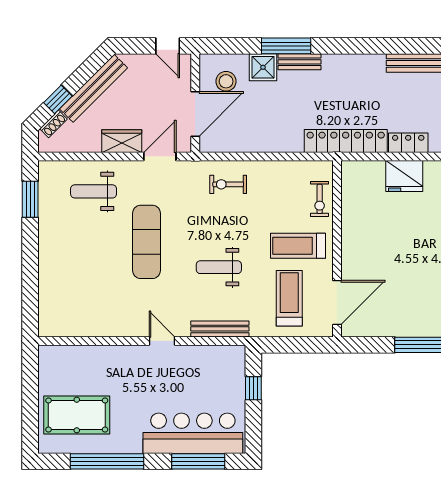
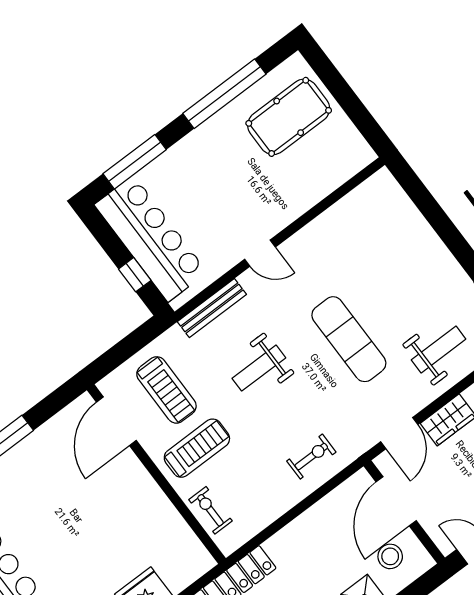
weight bench: (219, 267) -> (259, 368), turned 180
bar counter: (193, 433) -> (151, 239), moved, turned -90

